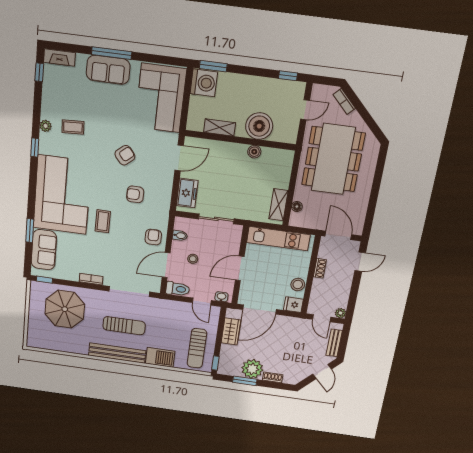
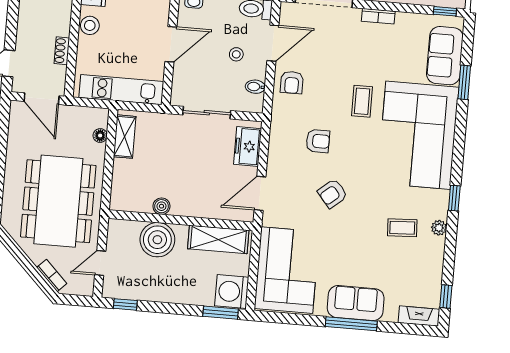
shelving: (220, 127) -> (218, 239), width x1.50, depth x1.33

